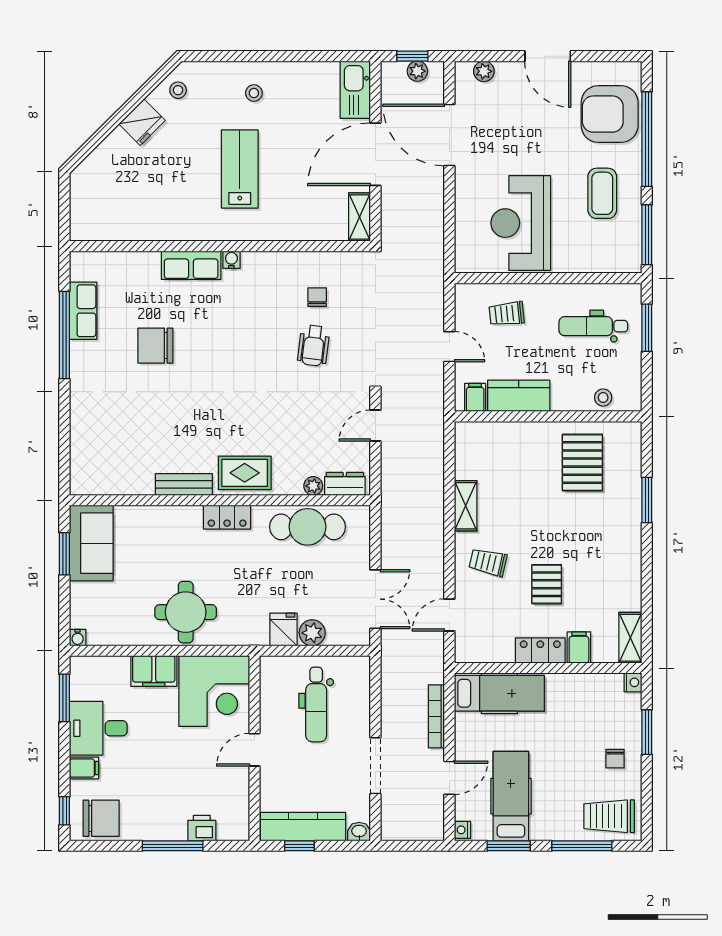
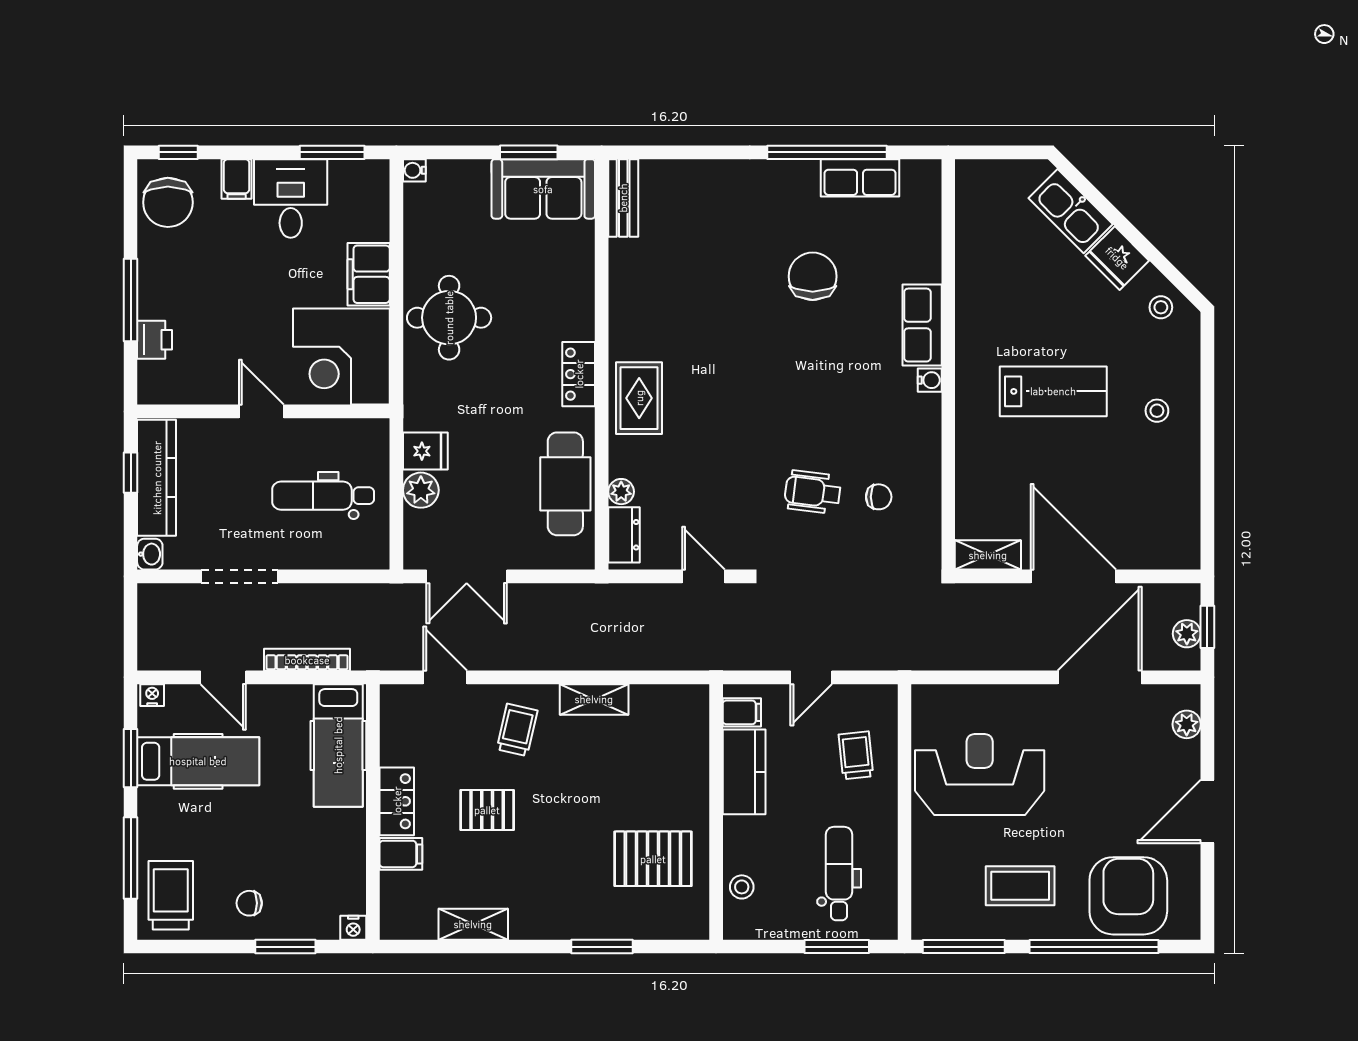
kitchen sink: (355, 90) -> (1071, 211), moved, turned -135
bench: (184, 484) -> (623, 198), moved
shelving: (630, 638) -> (473, 924), moved

